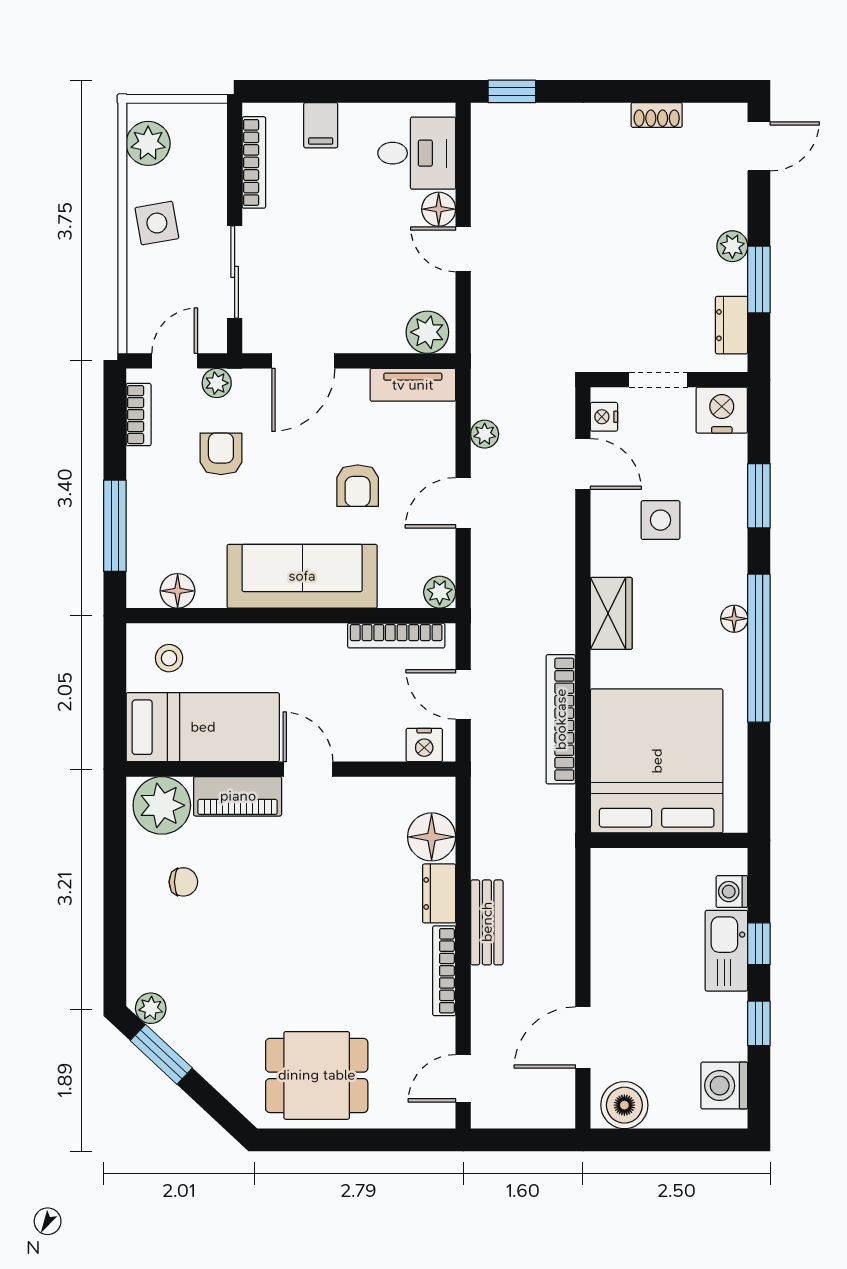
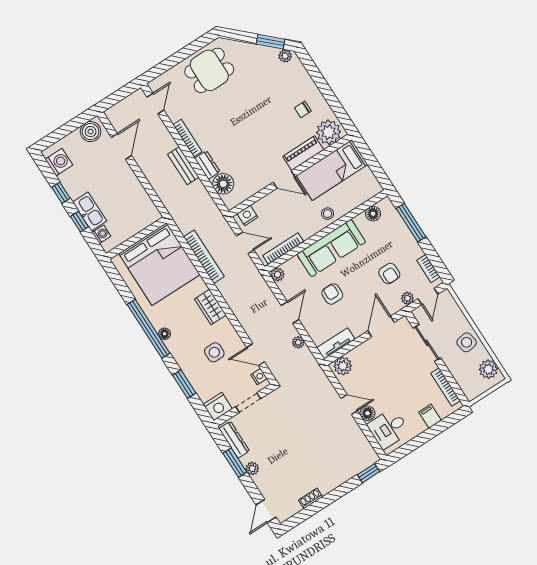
dresser: (732, 325) -> (234, 440), width x1.44
stool: (169, 658) -> (328, 214), moved

